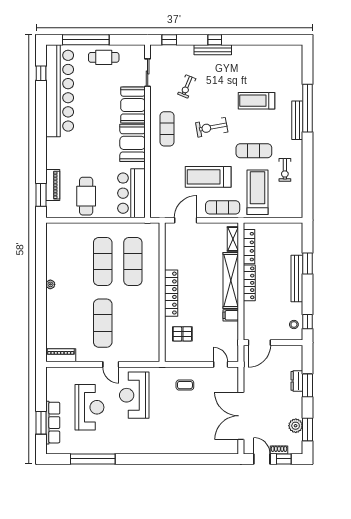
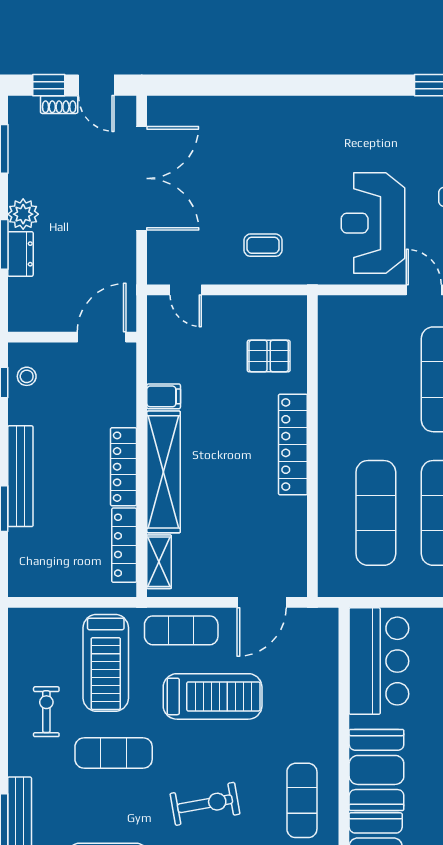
reception desk: (134, 395) -> (373, 223), turned 180
plant: (296, 426) -> (23, 214), moved

